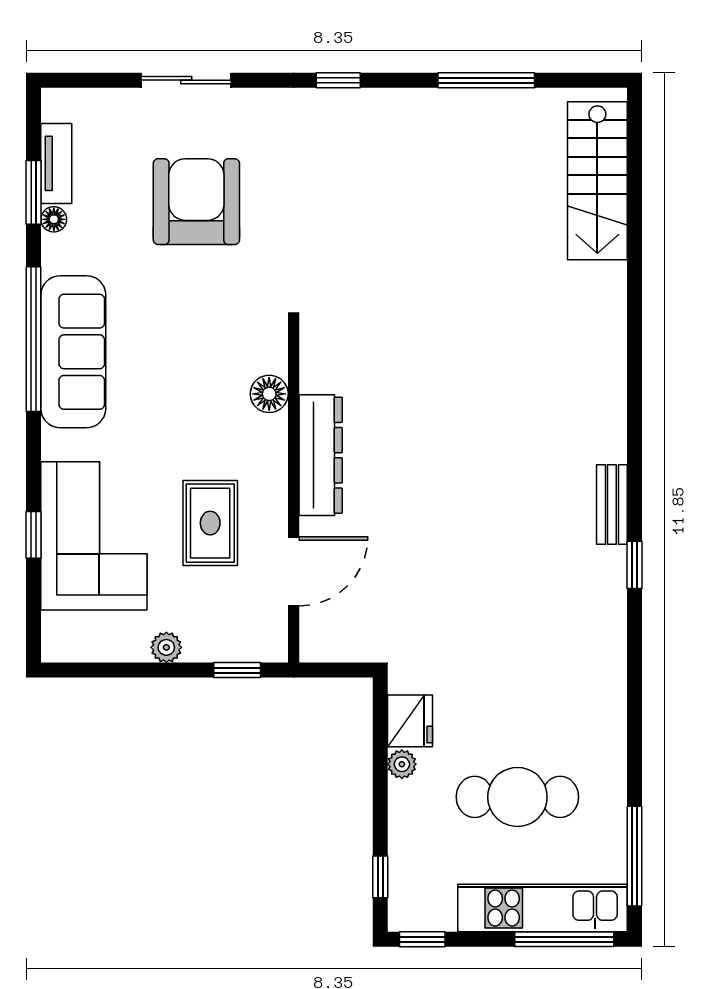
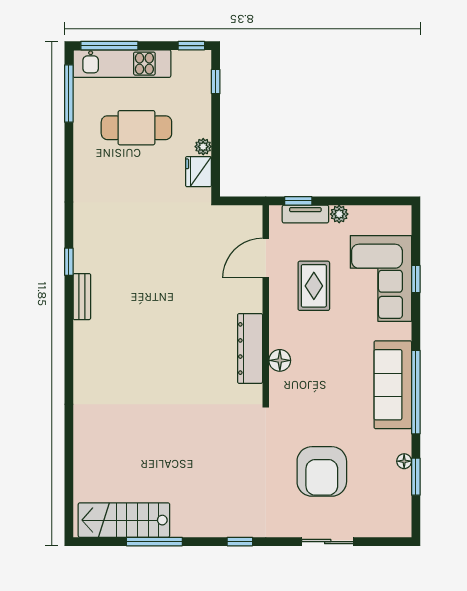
tv unit: (56, 163) -> (305, 214), moved, turned -90
stairs: (597, 181) -> (124, 520), moved, turned -90
dresser: (321, 455) -> (250, 348), moved

